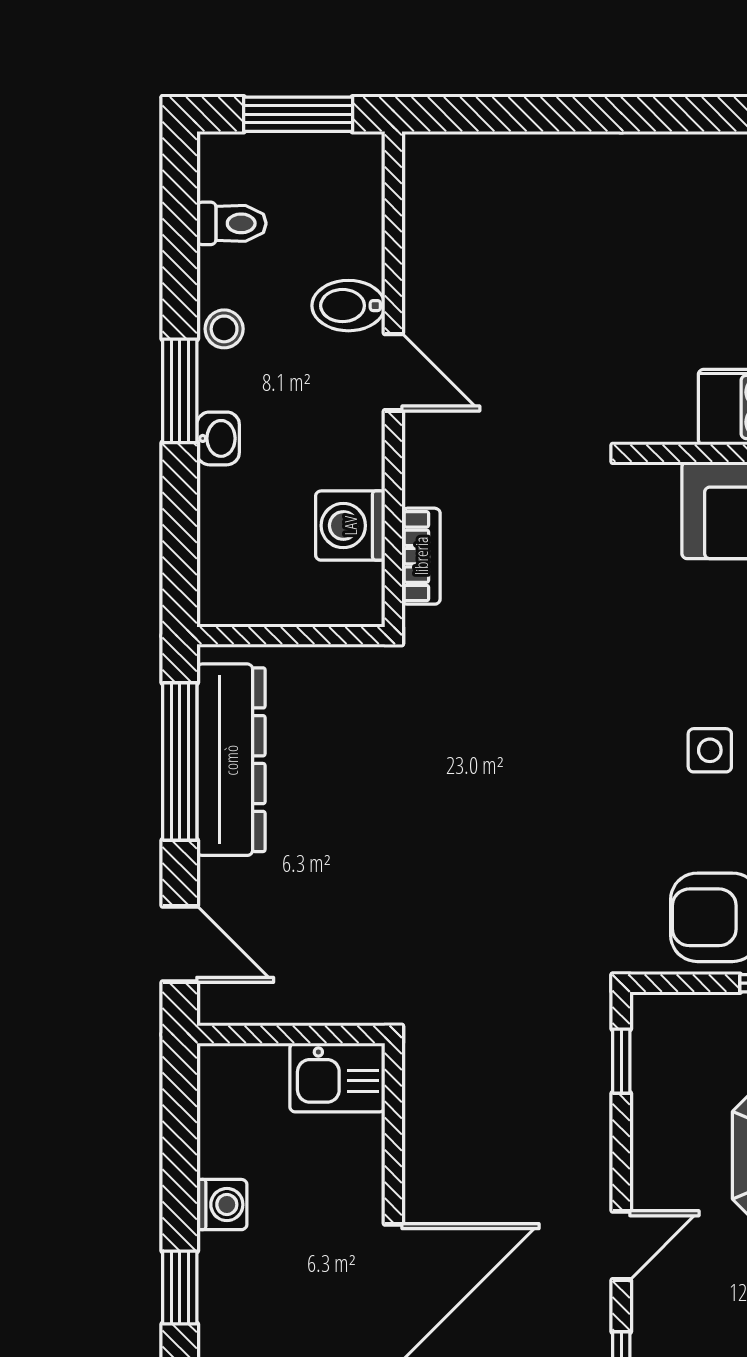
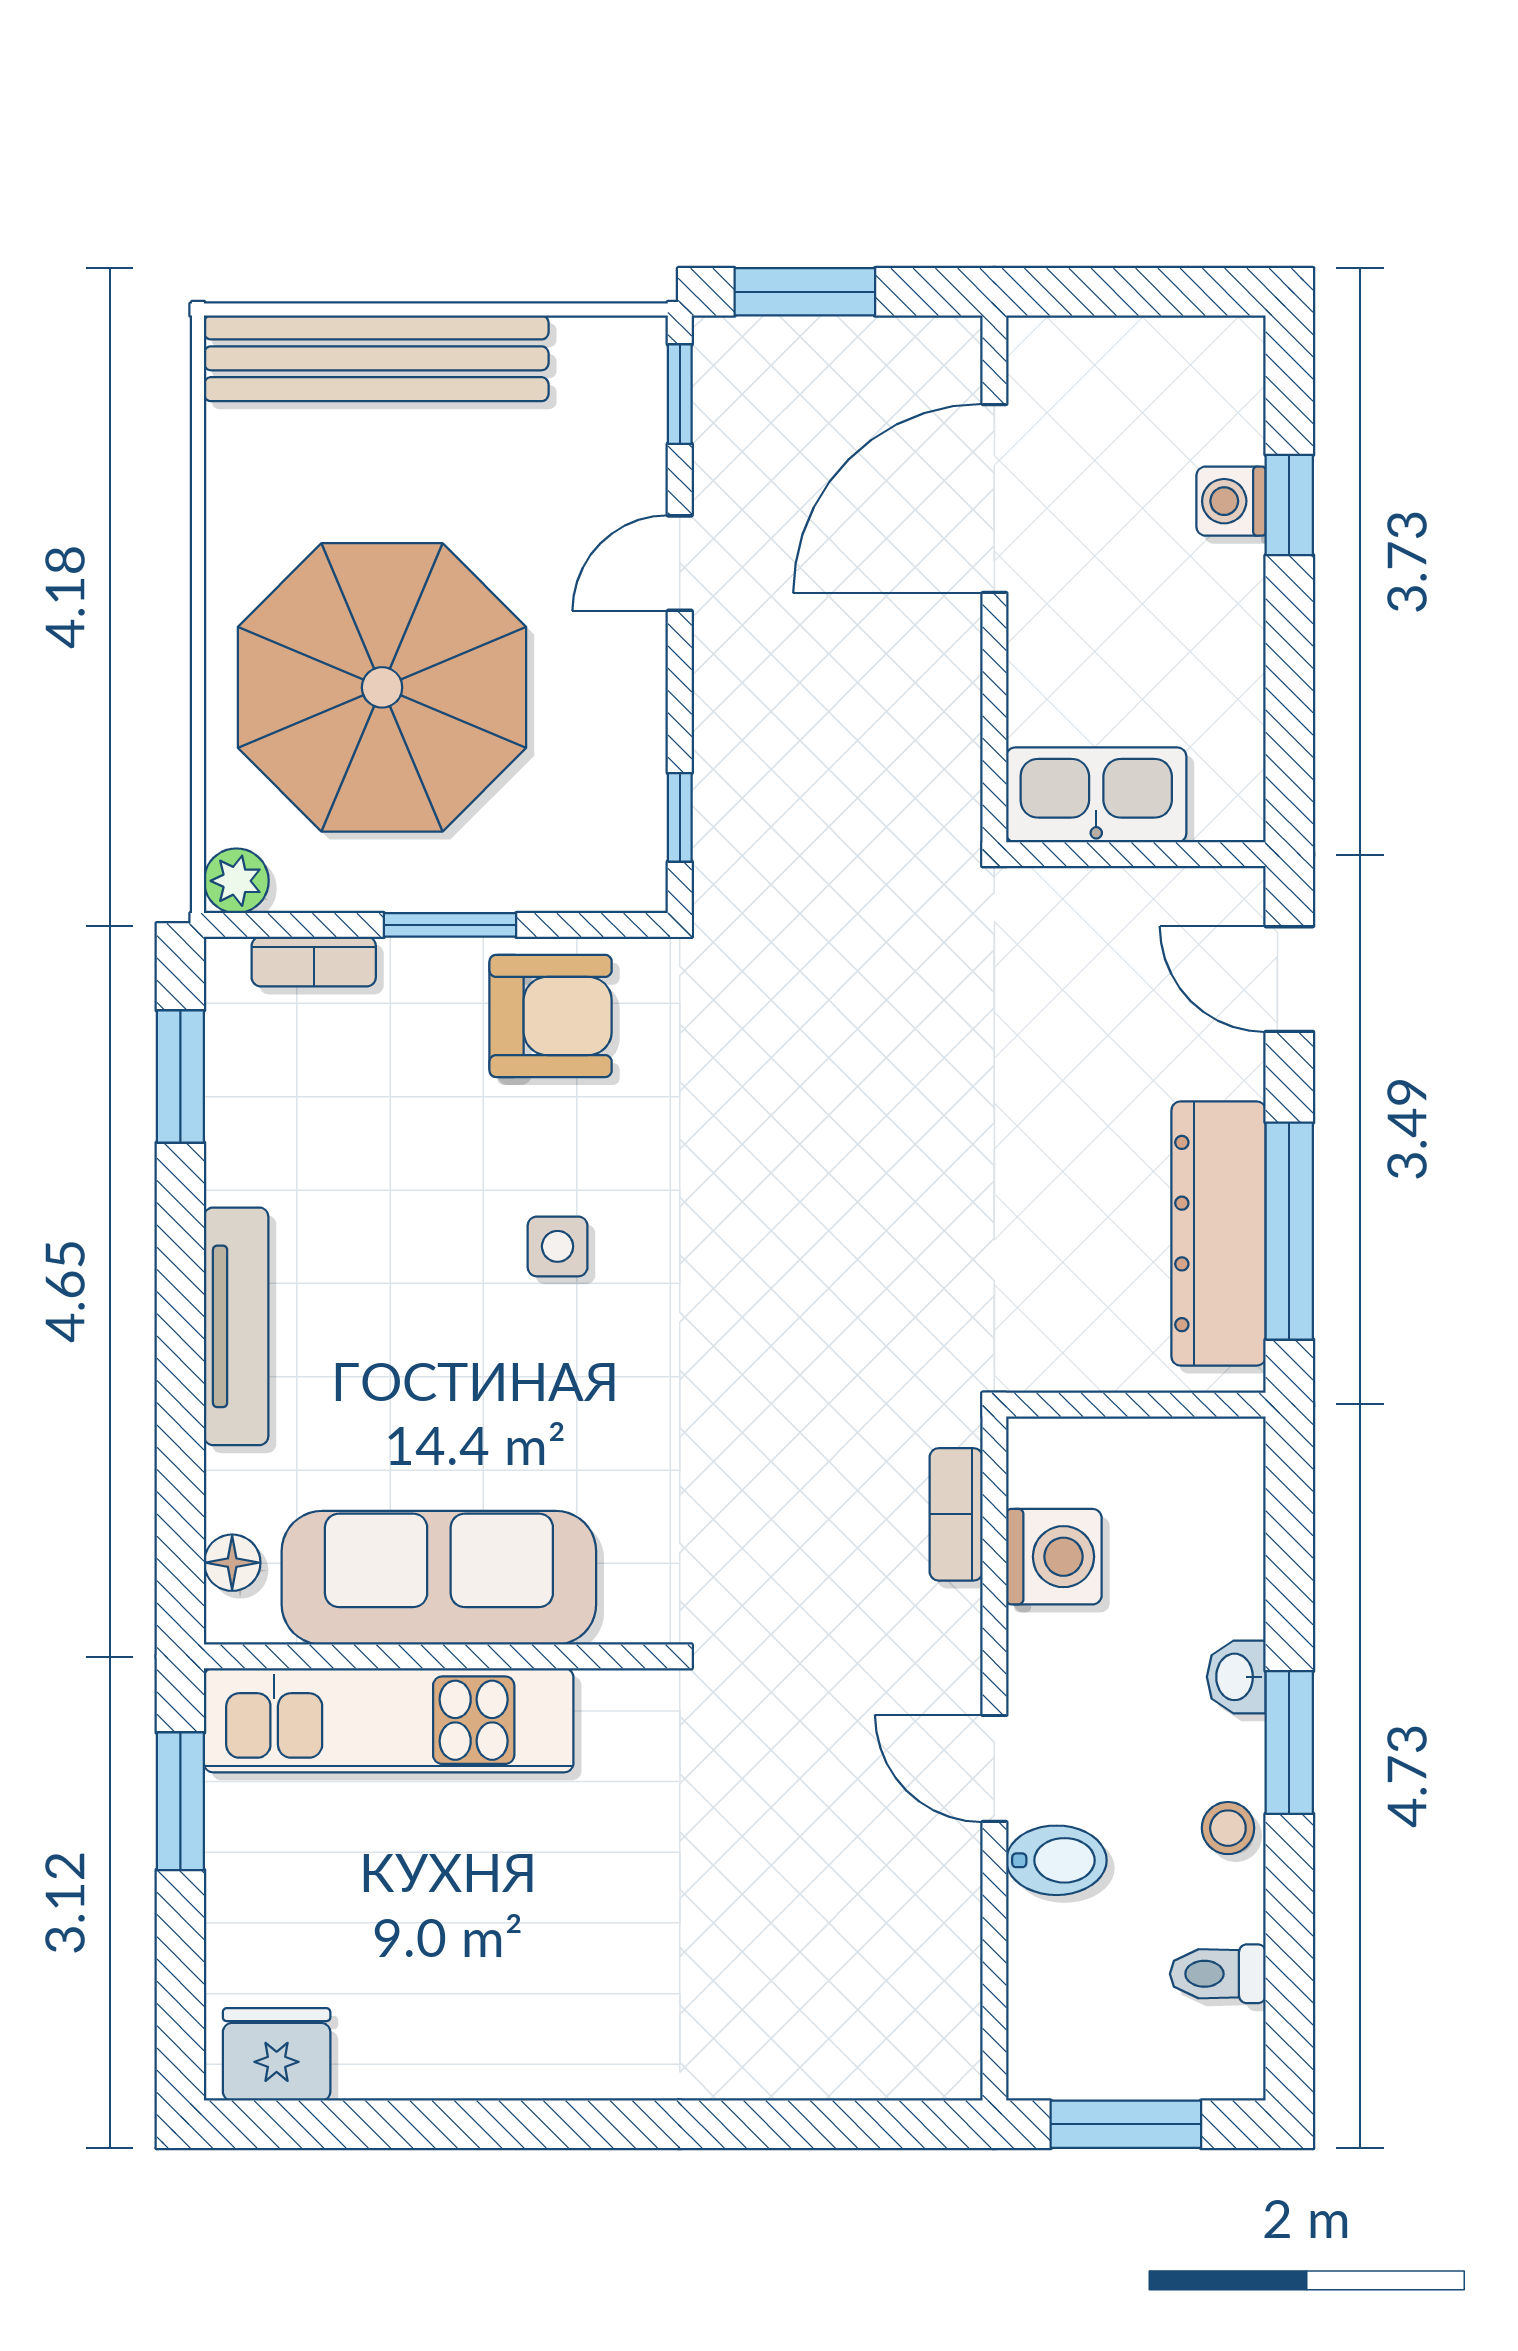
kitchen sink: (337, 1077) -> (1096, 795), width x1.38
washing machine: (222, 1205) -> (1231, 501), moved

